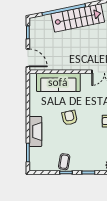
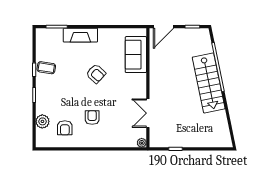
sofa: (58, 82) -> (136, 55), width x0.73
armchair: (70, 118) -> (96, 74), turned 55

